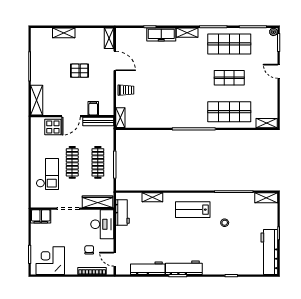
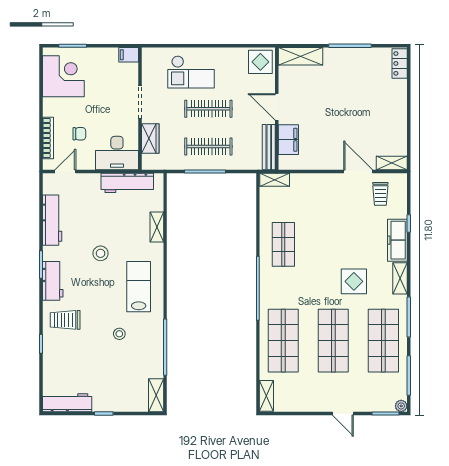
locker: (42, 33) -> (400, 63), added
shelving: (64, 33) -> (400, 96), removed
door: (115, 61) -> (358, 172), swing flipped
display table: (189, 64) -> (354, 281), added
pallet: (80, 71) -> (344, 120), removed
door: (279, 71) -> (343, 414), swing flipped
shop shelf: (229, 78) -> (333, 341), width x1.43, depth x1.36
trolley: (126, 90) -> (380, 194), moved
filing cabinet: (93, 108) -> (288, 140), width x2.00
shop shelf: (164, 112) -> (283, 244), added
display table: (53, 127) -> (260, 62), moved
wardrobe: (97, 202) -> (150, 138), width x0.67
workbench: (122, 213) -> (127, 183), width x1.37
filing cabinet: (41, 216) -> (129, 55), width x0.50
stool: (170, 235) -> (101, 253), added
workbench: (269, 252) -> (67, 403), width x0.73, depth x0.76
trolley: (215, 259) -> (65, 320), added
workbench: (184, 268) -> (53, 281), width x0.73

